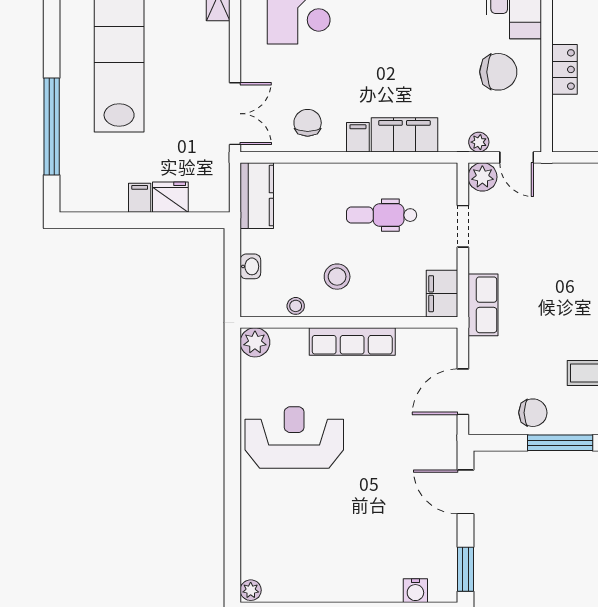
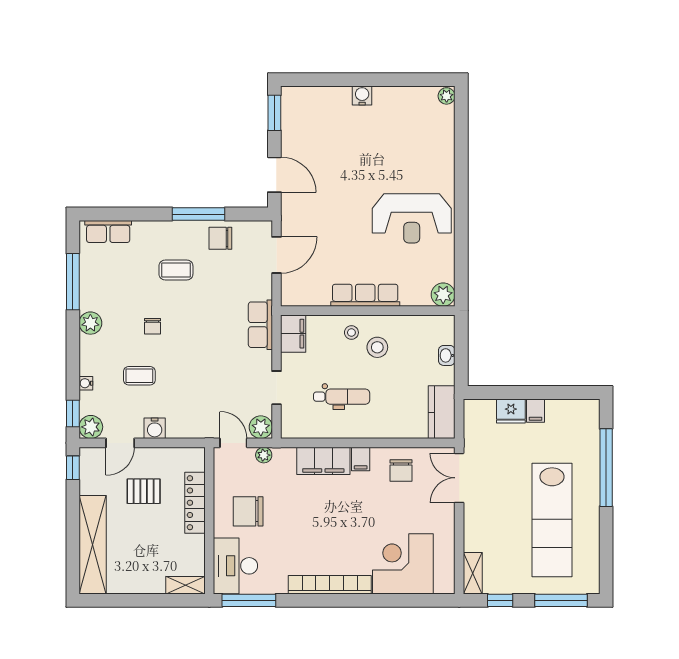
locker: (565, 69) -> (195, 503), width x1.53
stool: (296, 306) -> (351, 333), moved
water cooler: (415, 591) -> (362, 96), moved

